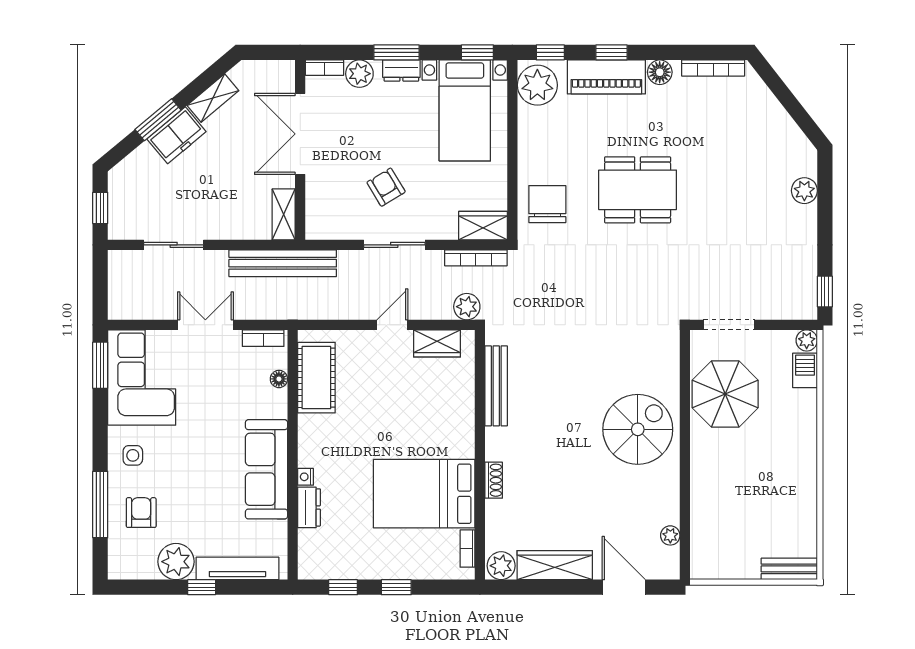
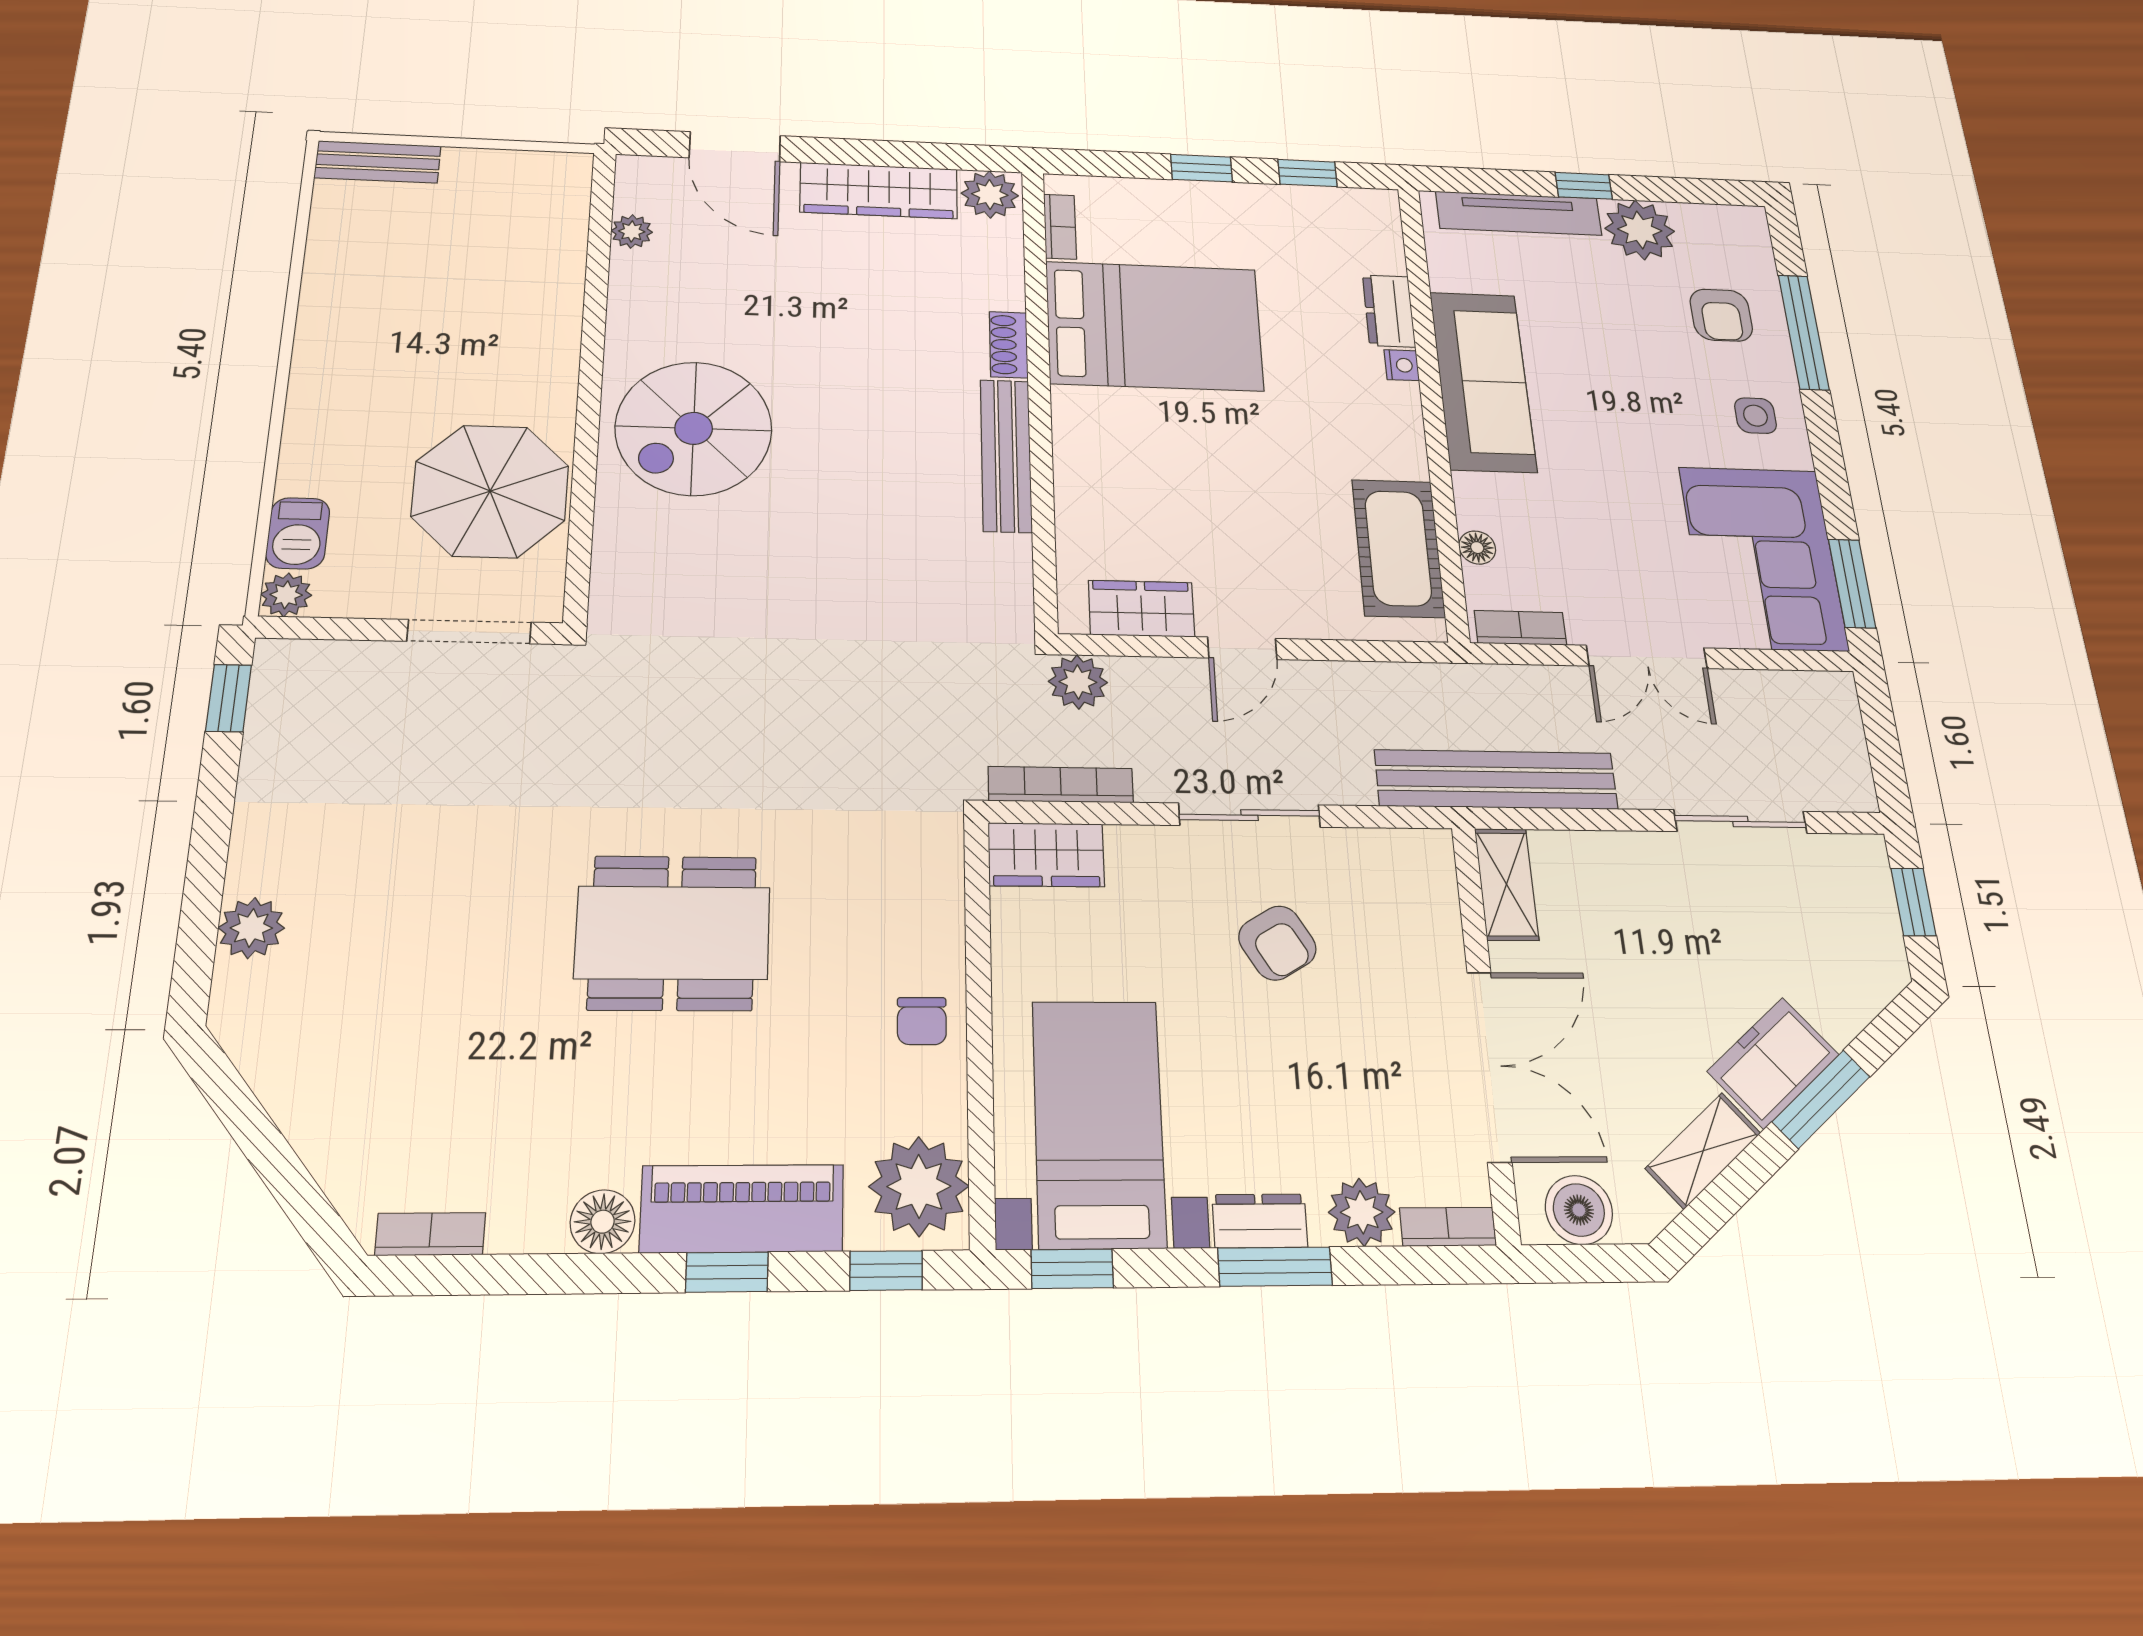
bookcase: (713, 68) -> (430, 1234), width x0.64
boiler: (269, 74) -> (1579, 1210), added
chair: (547, 204) -> (922, 1021), moved, width x0.54, depth x0.54
bench: (496, 386) -> (1006, 455), moved

